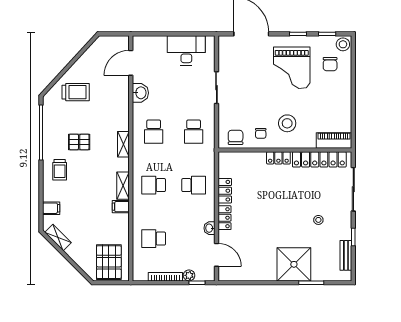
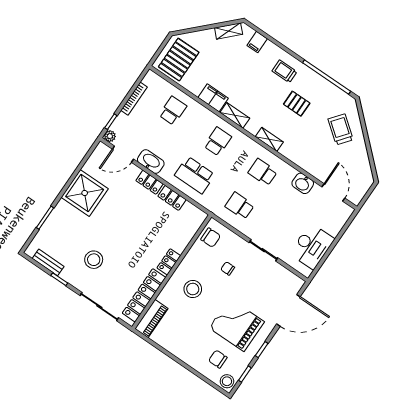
trolley: (76, 92) -> (341, 129), turned 128
chair: (261, 133) -> (228, 268), moved
pallet: (79, 142) -> (297, 104), turned 90
school desk: (194, 185) -> (195, 175), width x1.85
filing cabinet: (121, 207) -> (213, 98), width x2.00
stool: (318, 220) -> (94, 260), width x1.89, depth x1.89
washbasin: (209, 228) -> (151, 162), width x1.91, depth x1.45
pallet: (109, 262) -> (179, 60), turned 90
shower: (294, 264) -> (85, 193), moved
plant: (189, 275) -> (110, 136), moved

